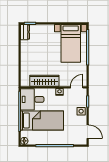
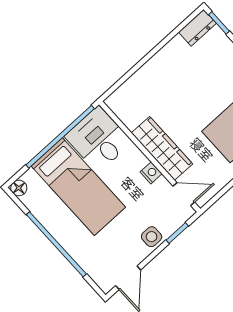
wardrobe: (44, 81) -> (162, 148), moved

